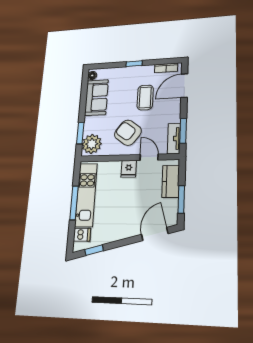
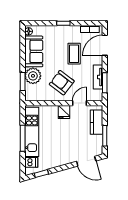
tv unit: (174, 139) -> (98, 77), moved
plant: (92, 144) -> (33, 76), moved
door: (149, 157) -> (80, 103), hinge flipped
door: (155, 234) -> (86, 161), swing flipped

